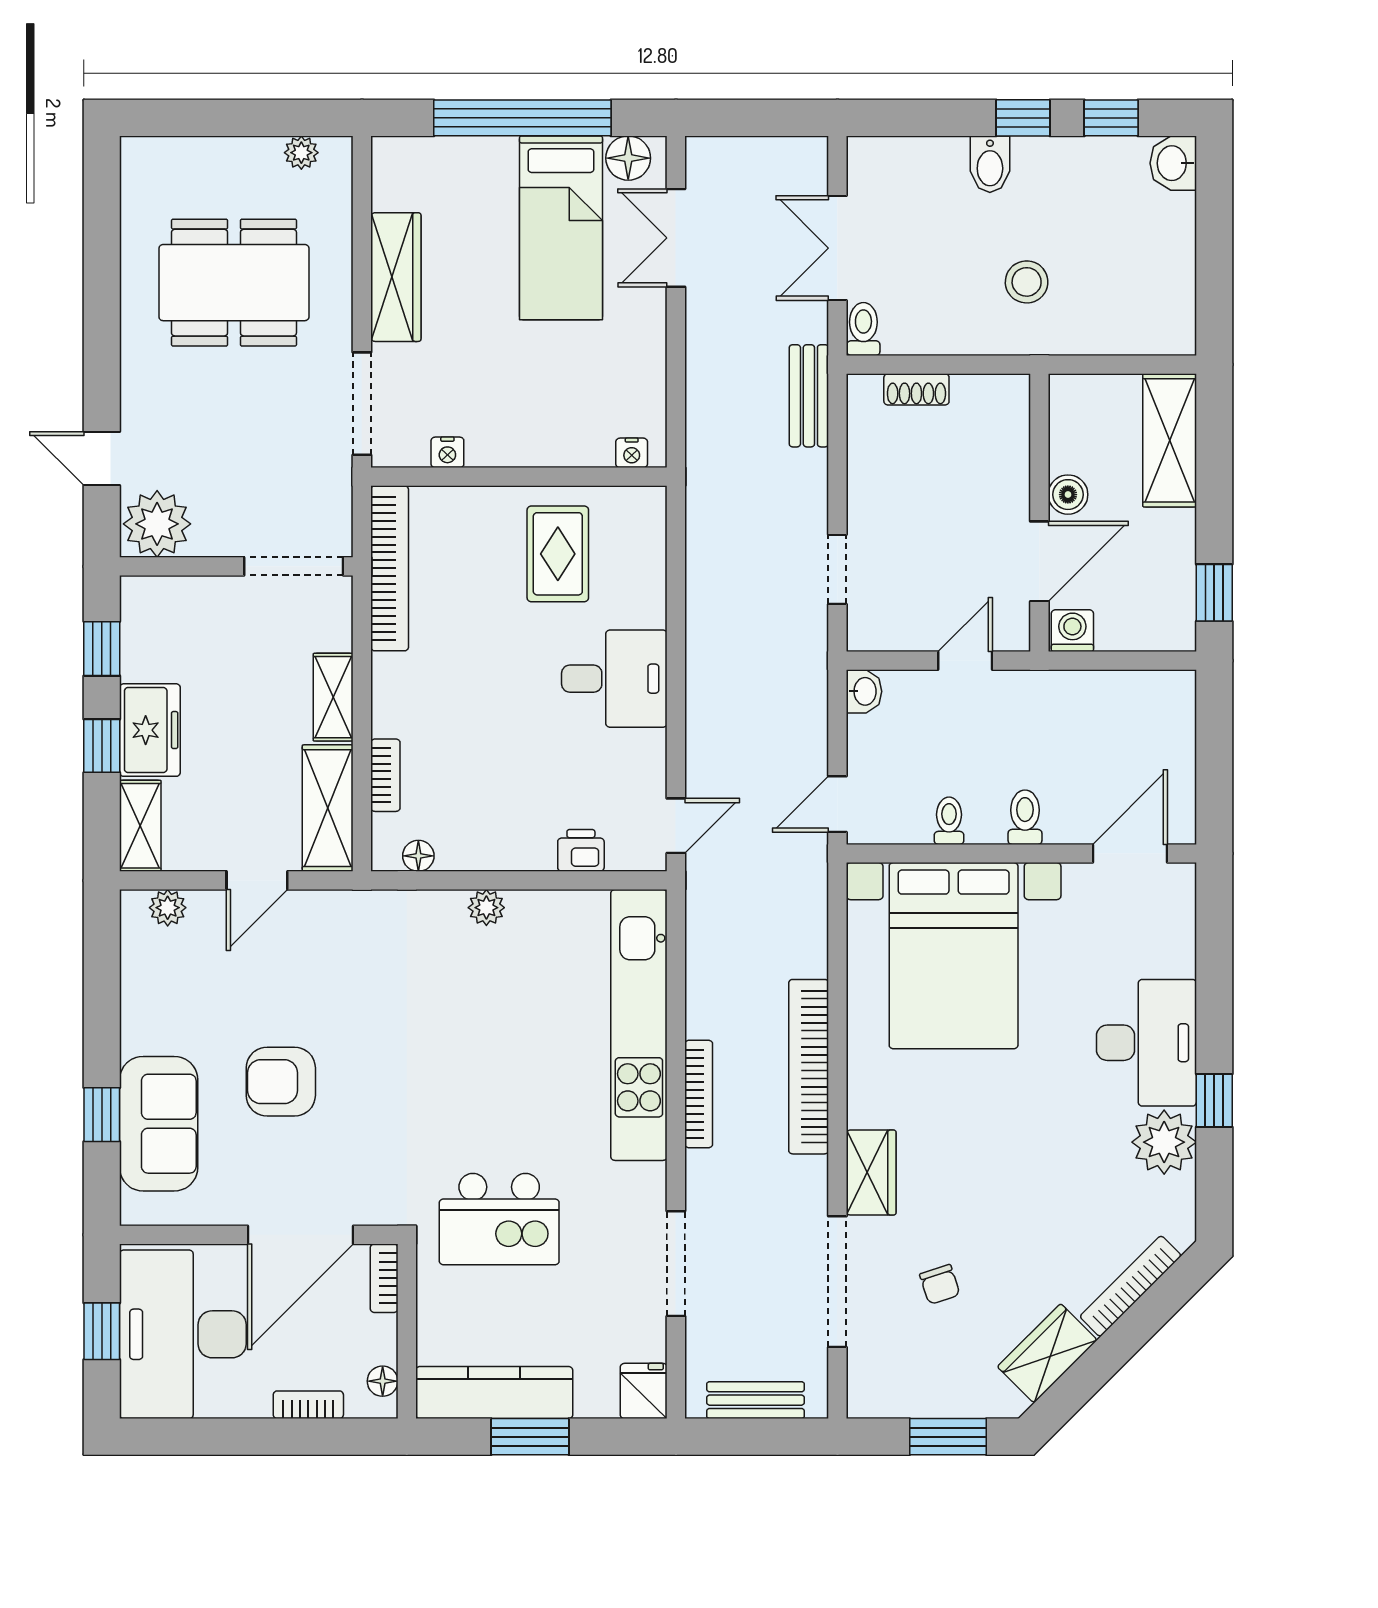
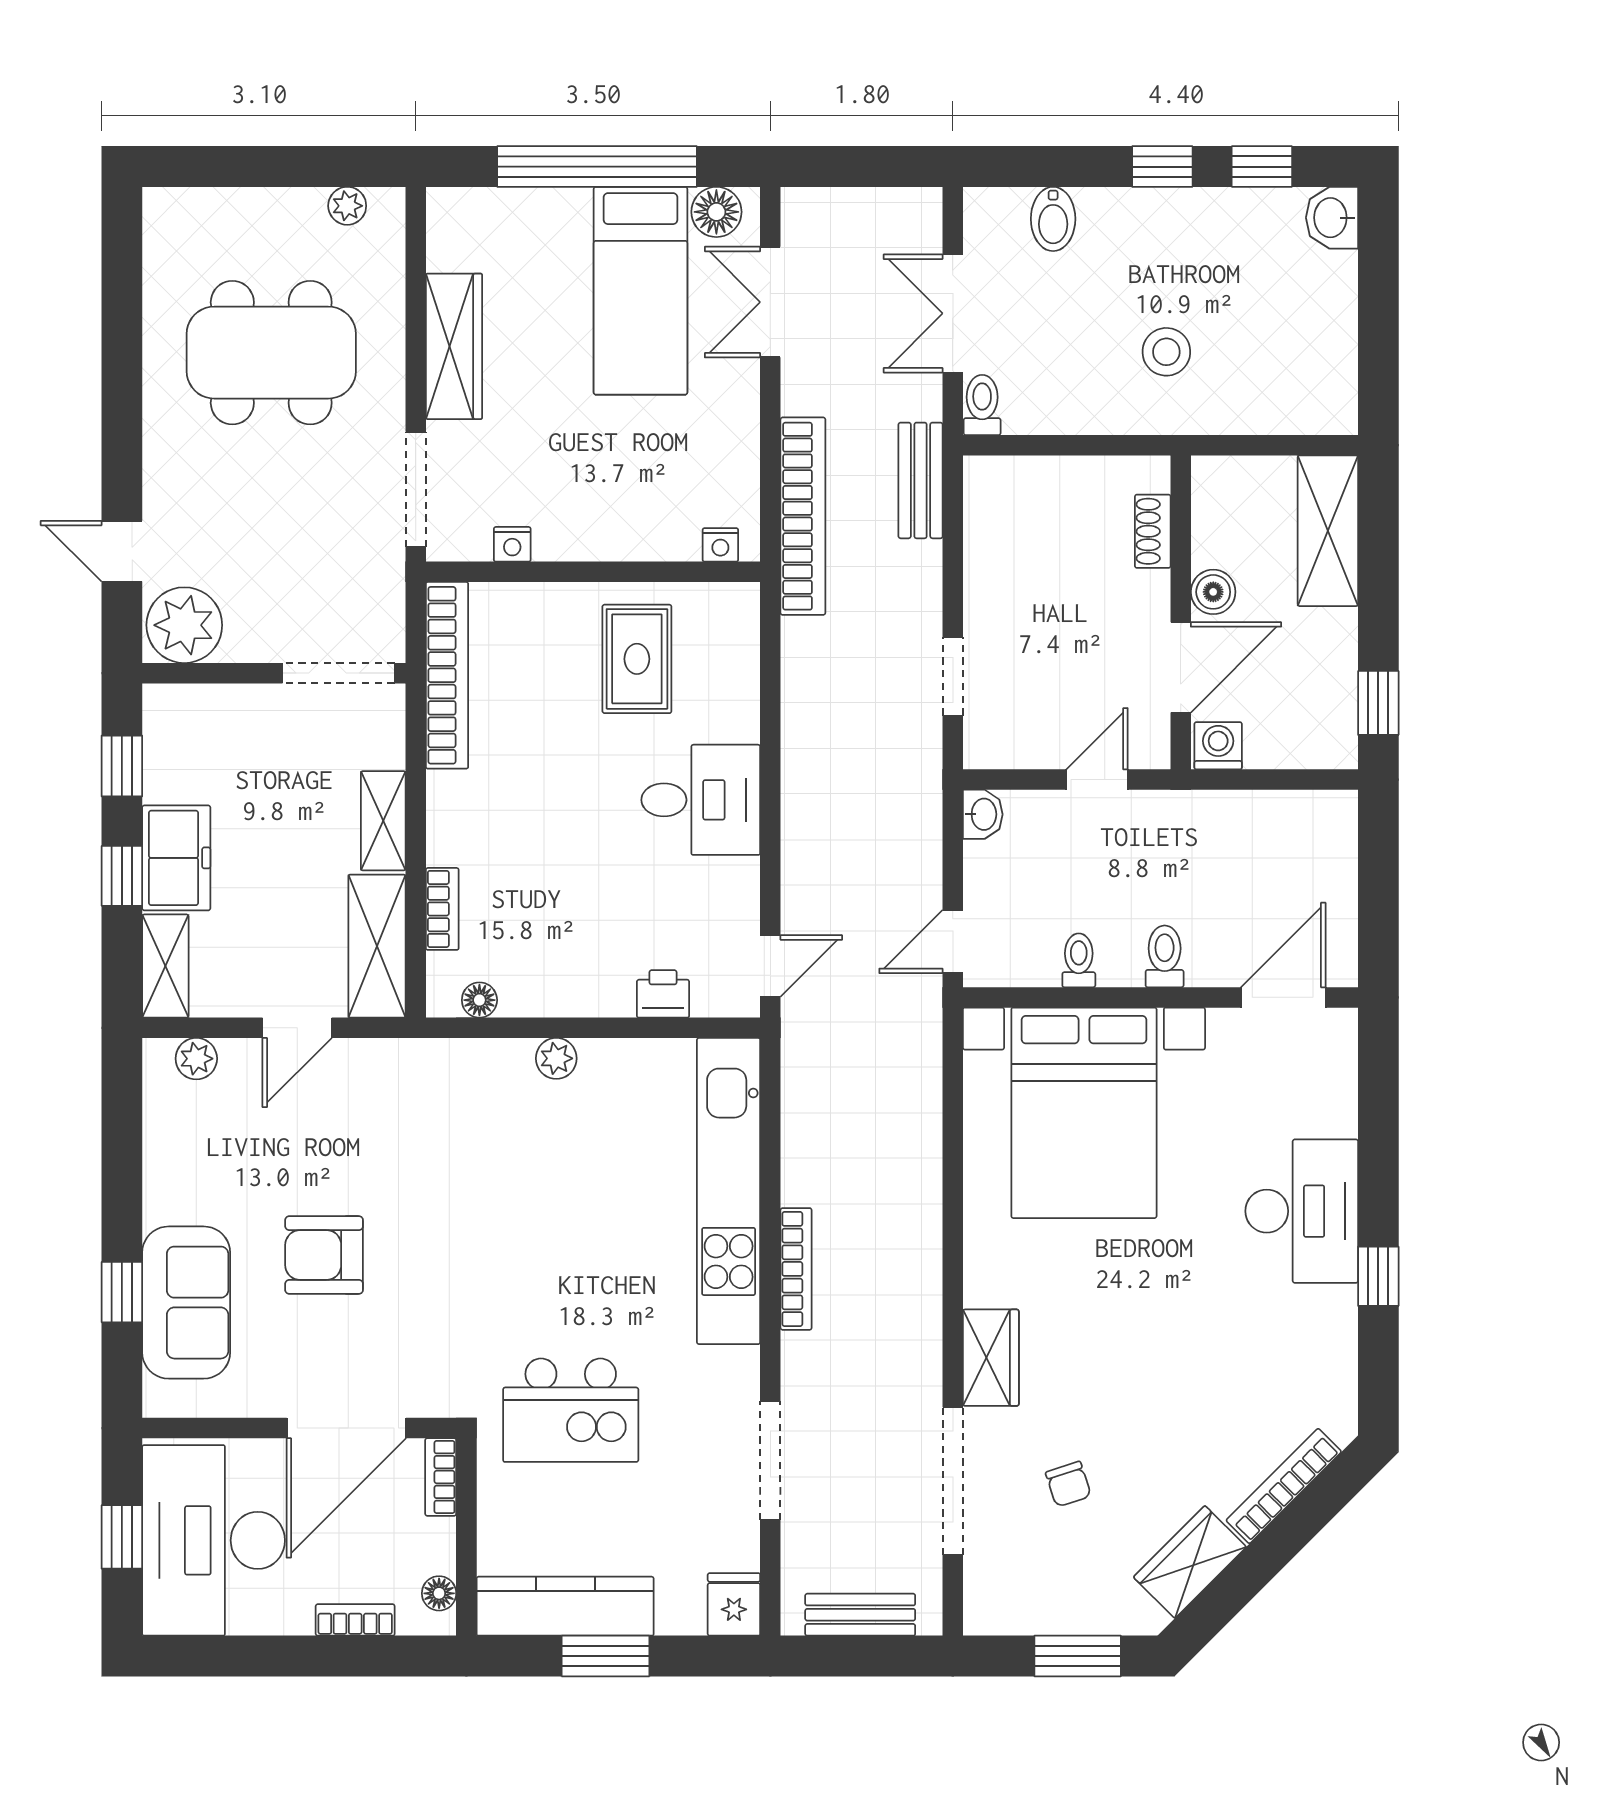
bidet: (990, 164) -> (1053, 219), moved
shoe rack: (916, 389) -> (1153, 531), moved, turned 90
bookcase: (809, 1067) -> (803, 516), moved, turned 180
plant: (1164, 1142) -> (1322, 1323), removed

